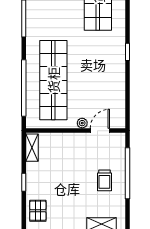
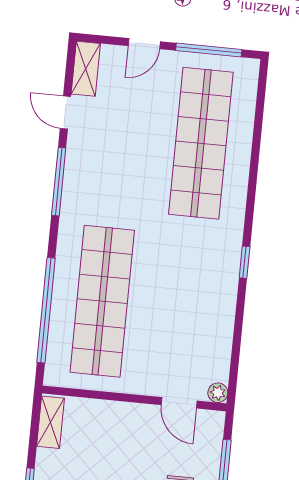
plant: (82, 123) -> (218, 393), moved
door: (100, 131) -> (179, 403), swing flipped

